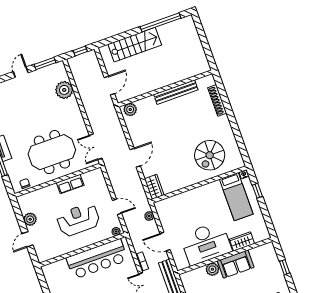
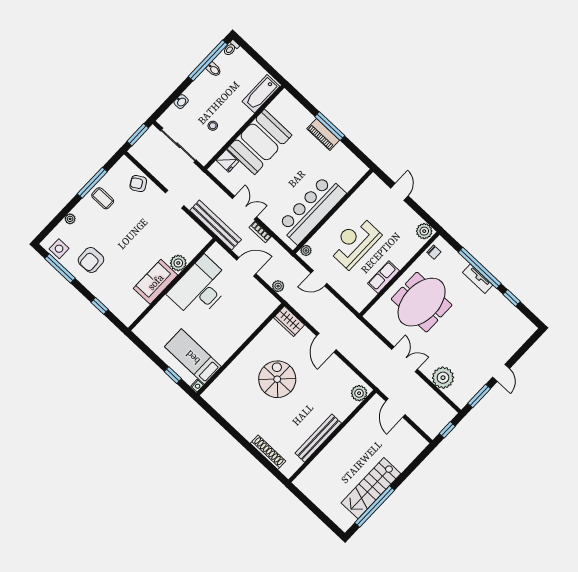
stairs: (135, 45) -> (371, 488), moved
double door: (96, 147) -> (405, 359), moved
spiral stairs: (210, 155) -> (277, 379), moved
plant: (30, 219) -> (424, 231), moved
reception desk: (78, 220) -> (354, 242), turned 180
wardrobe: (242, 241) -> (161, 310), removed

